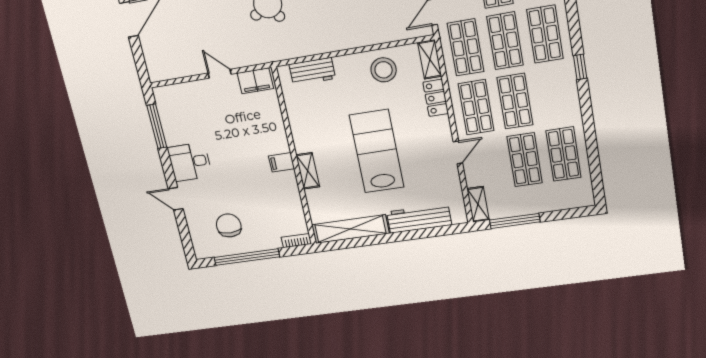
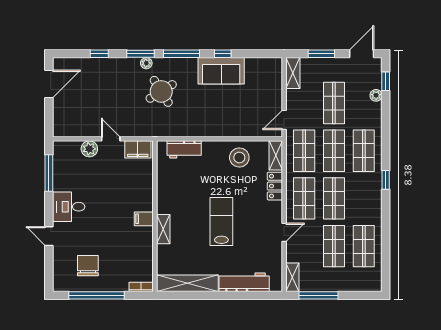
plant: (197, 90) -> (89, 149), added
lab bench: (377, 151) -> (221, 222), width x0.73, depth x0.72

